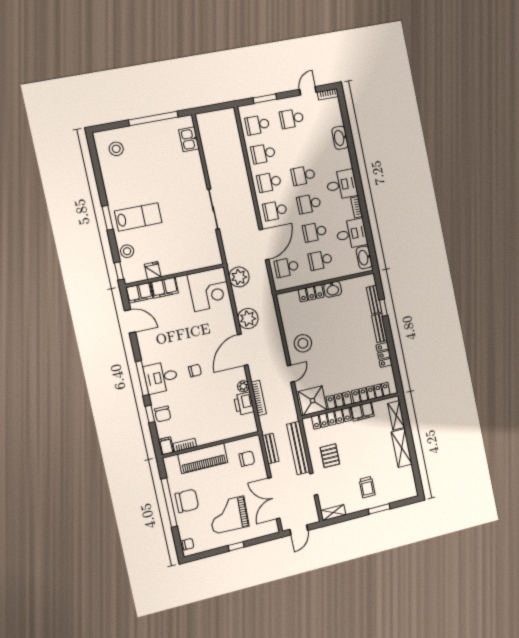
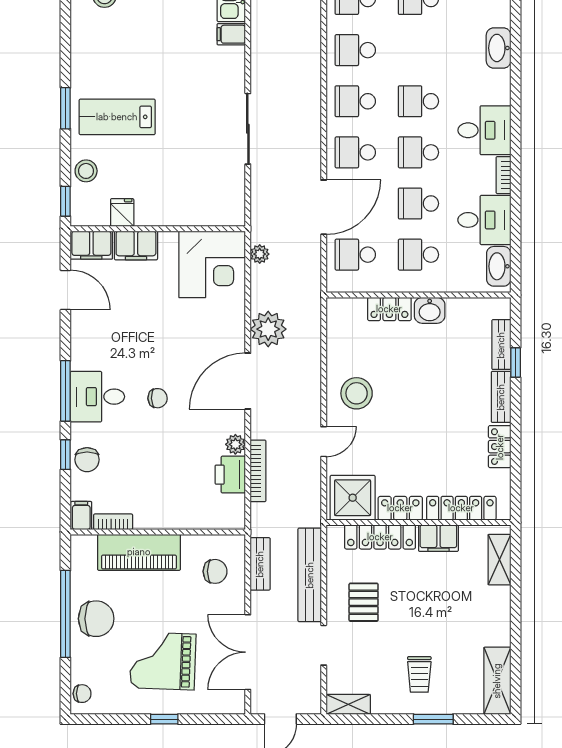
filing cabinet: (193, 157) -> (231, 34), added
lab bench: (138, 217) -> (117, 117), turned 180
plant: (239, 277) -> (260, 254), width x0.53, depth x0.53
shelving: (402, 448) -> (497, 681), moved

